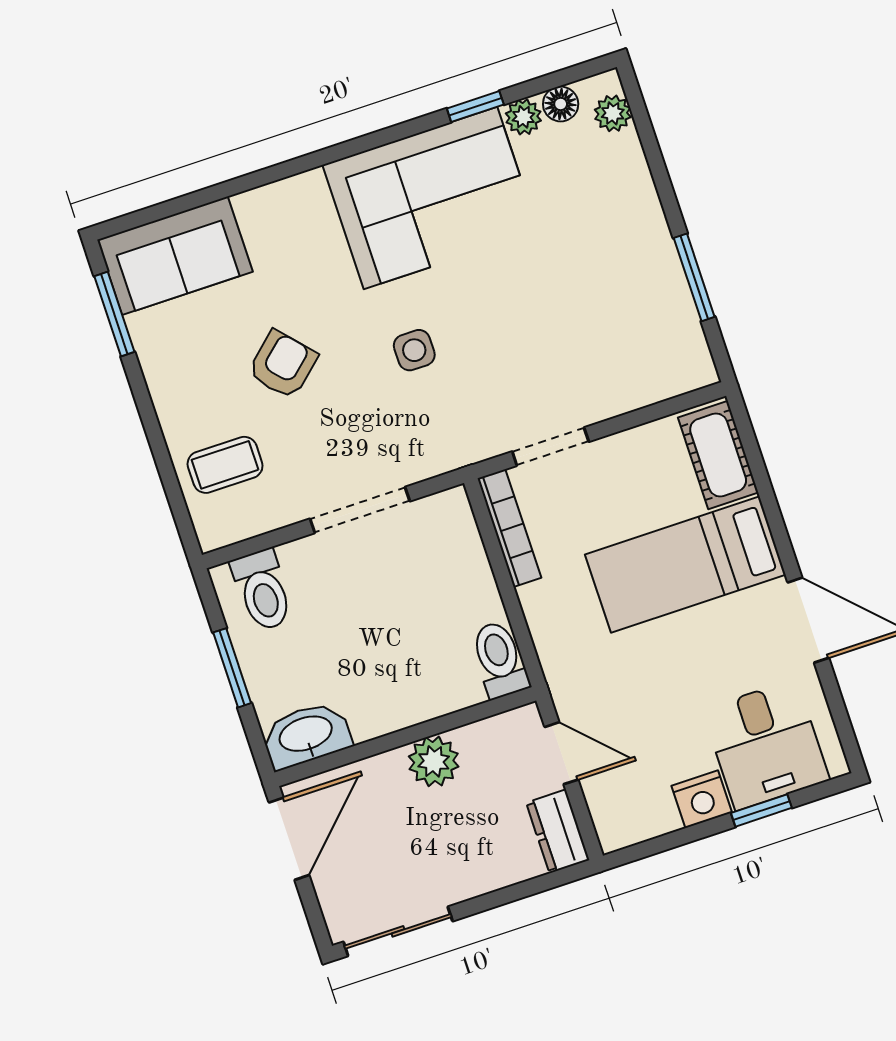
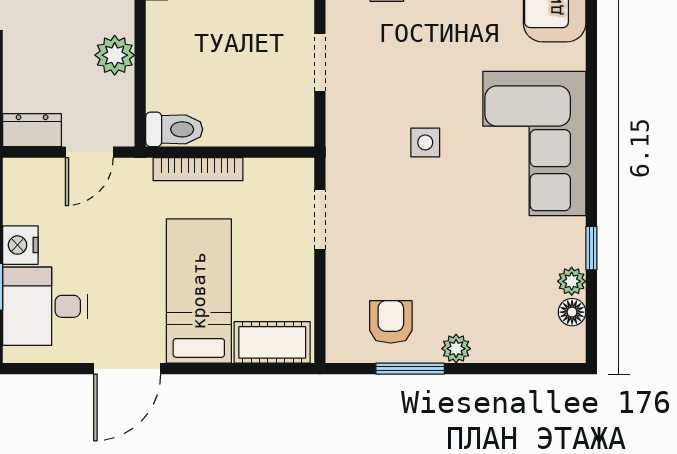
plant: (613, 113) -> (456, 349), moved
corner sofa: (430, 198) -> (534, 143), moved
armchair: (283, 365) -> (391, 322), moved, turned -138
doorway: (360, 510) -> (320, 63), width x0.73
bookcase: (509, 528) -> (198, 169), moved

